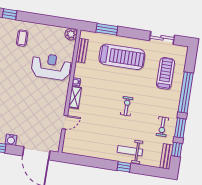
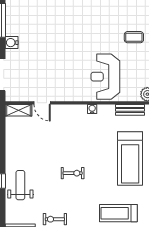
reception desk: (51, 67) -> (105, 77), turned 180
treadmill: (166, 73) -> (118, 213), turned 180
shelving: (75, 97) -> (19, 110), moved

